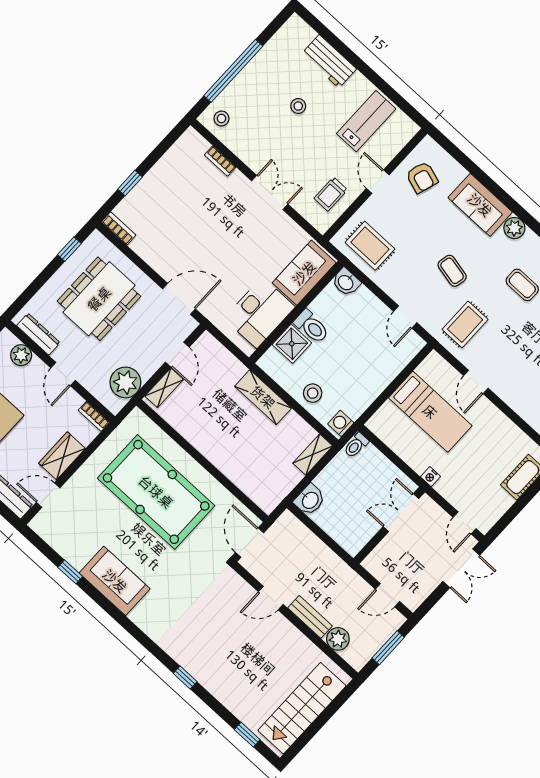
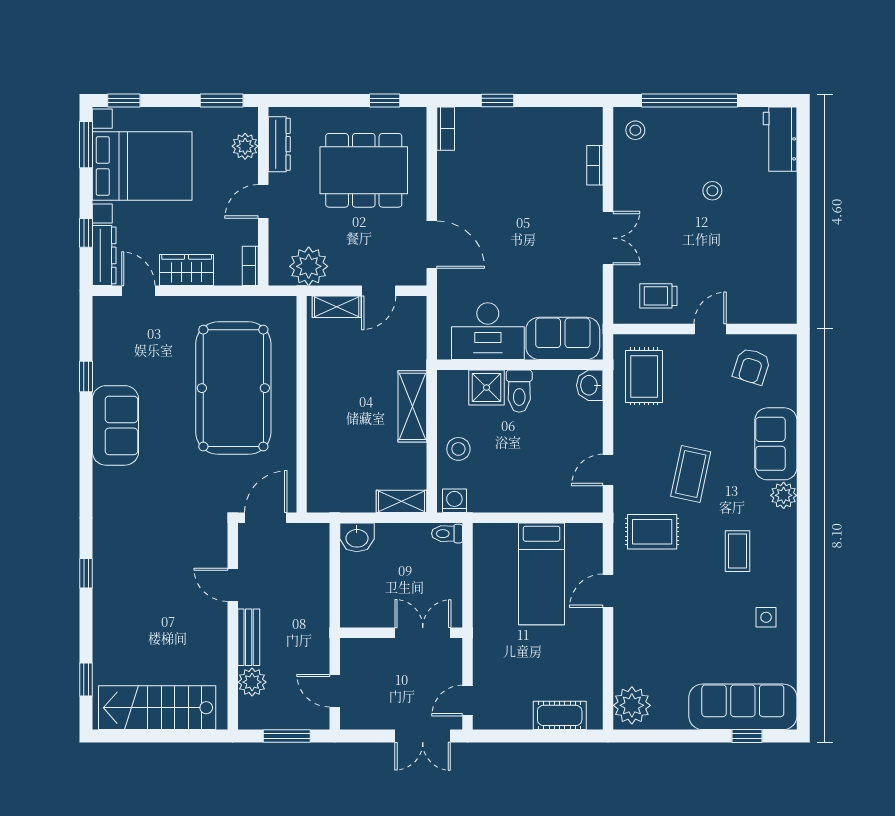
workbench: (329, 61) -> (780, 139), moved
lab bench: (366, 121) -> (756, 267), removed
coffee table: (452, 271) -> (691, 474), width x1.36, depth x1.30
nightstand: (430, 477) -> (482, 629), removed

